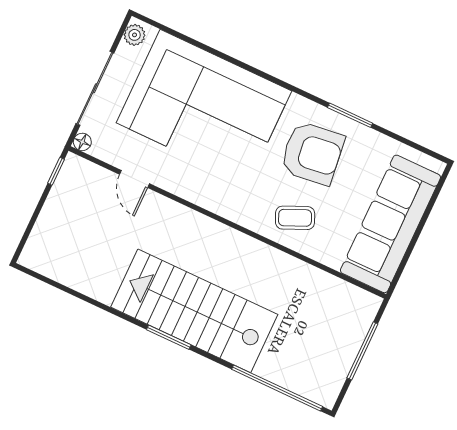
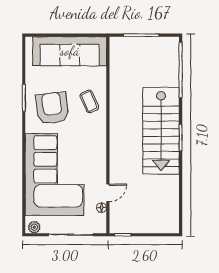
floor lamp: (82, 142) -> (102, 208), moved

